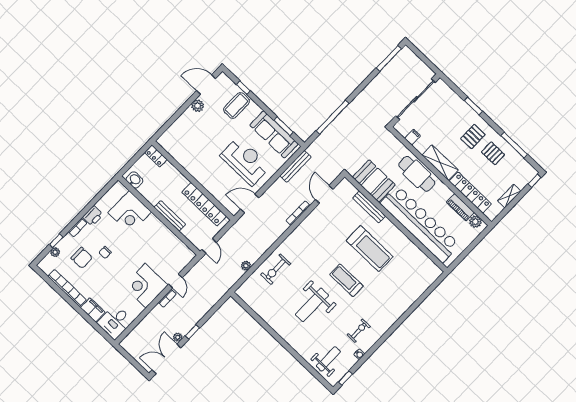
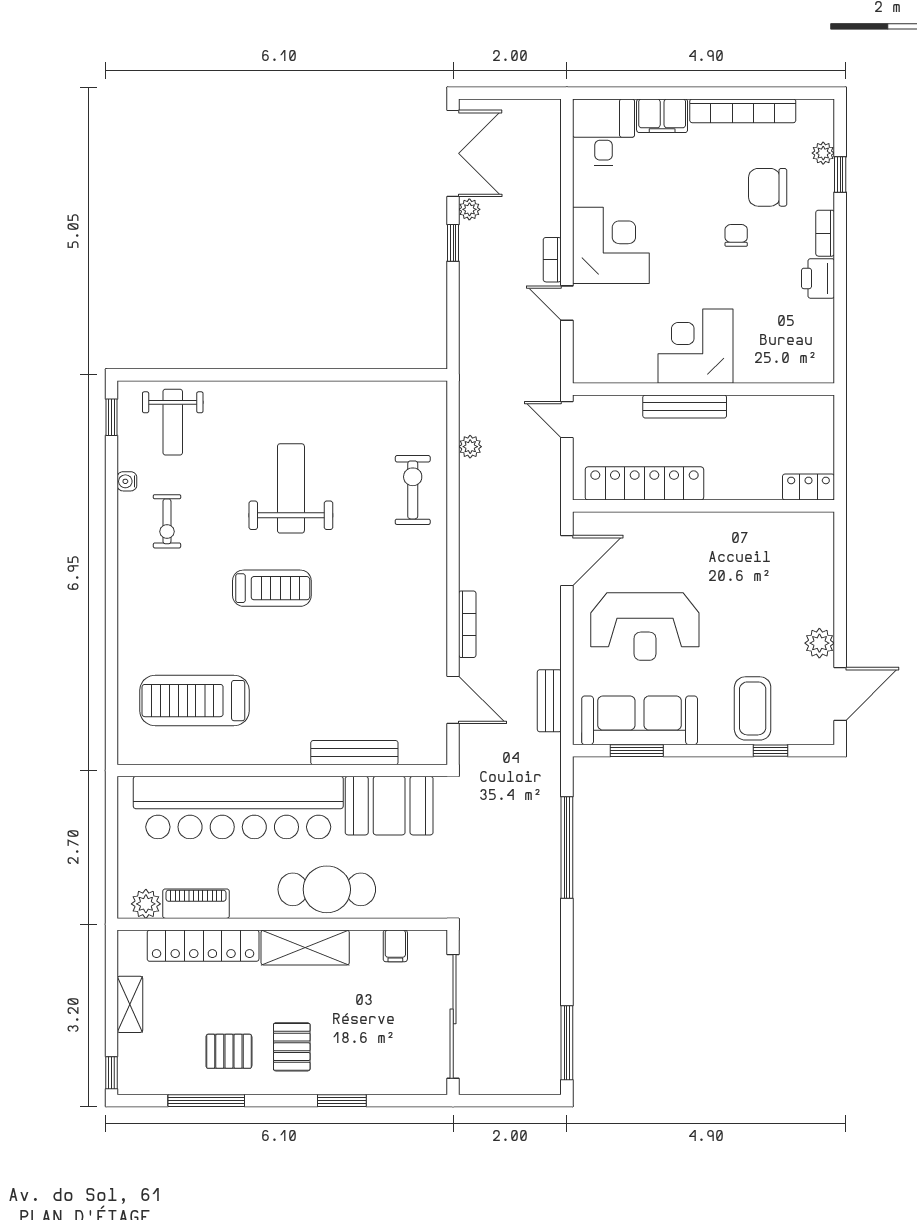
bench: (295, 166) -> (549, 701), width x0.73
washbasin: (135, 180) -> (805, 410), removed
corner desk: (130, 212) -> (695, 346), moved
treadmill: (370, 249) -> (195, 701), moved

